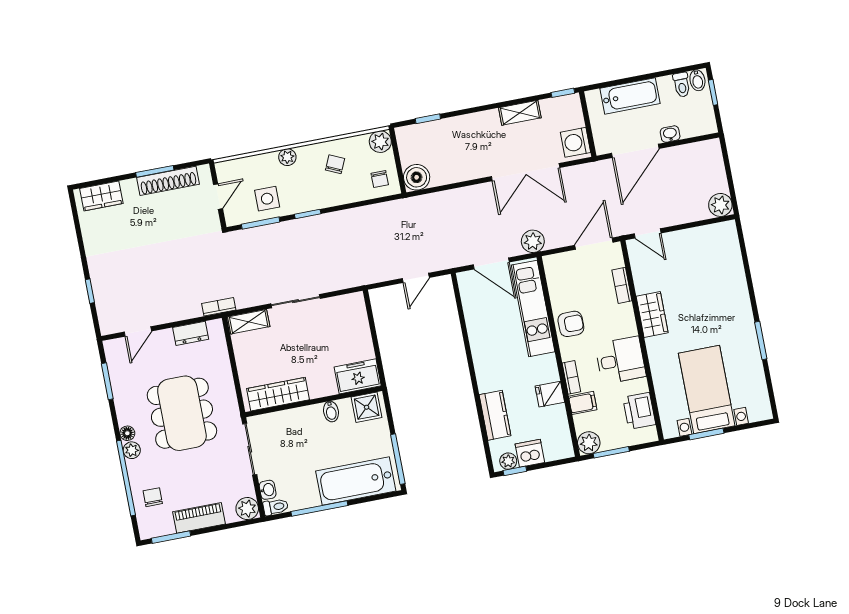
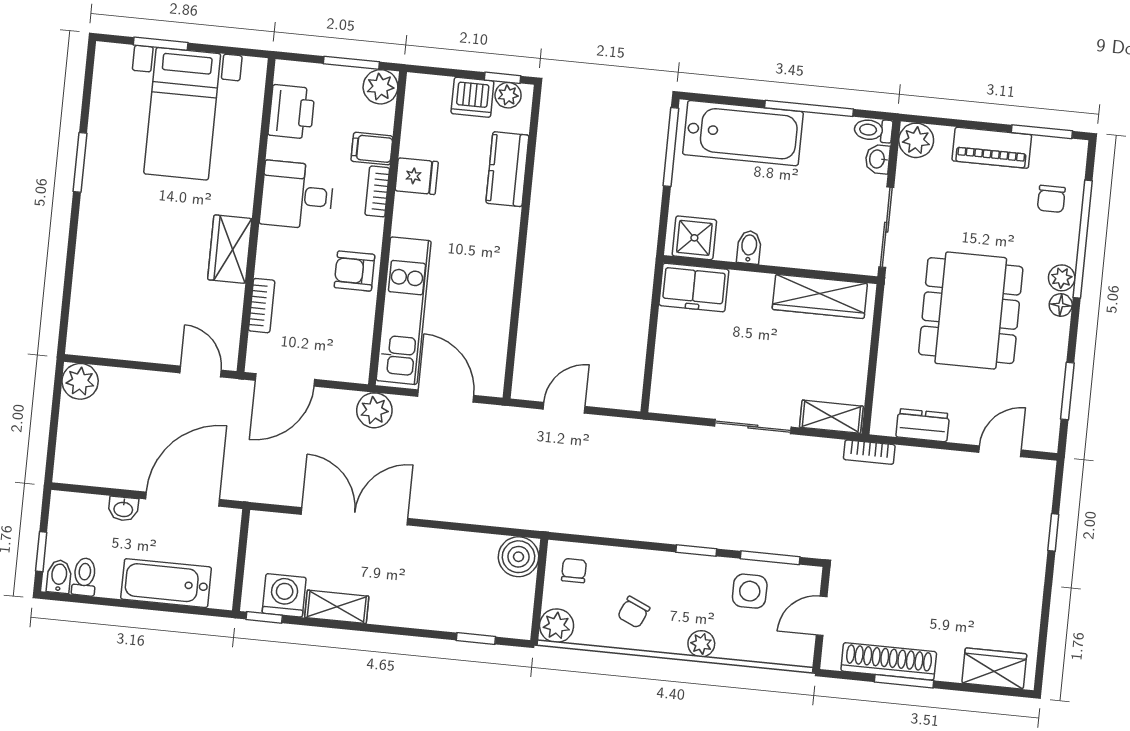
washing machine: (575, 142) -> (284, 595), moved, turned -90
window: (706, 434) -> (161, 44), moved

